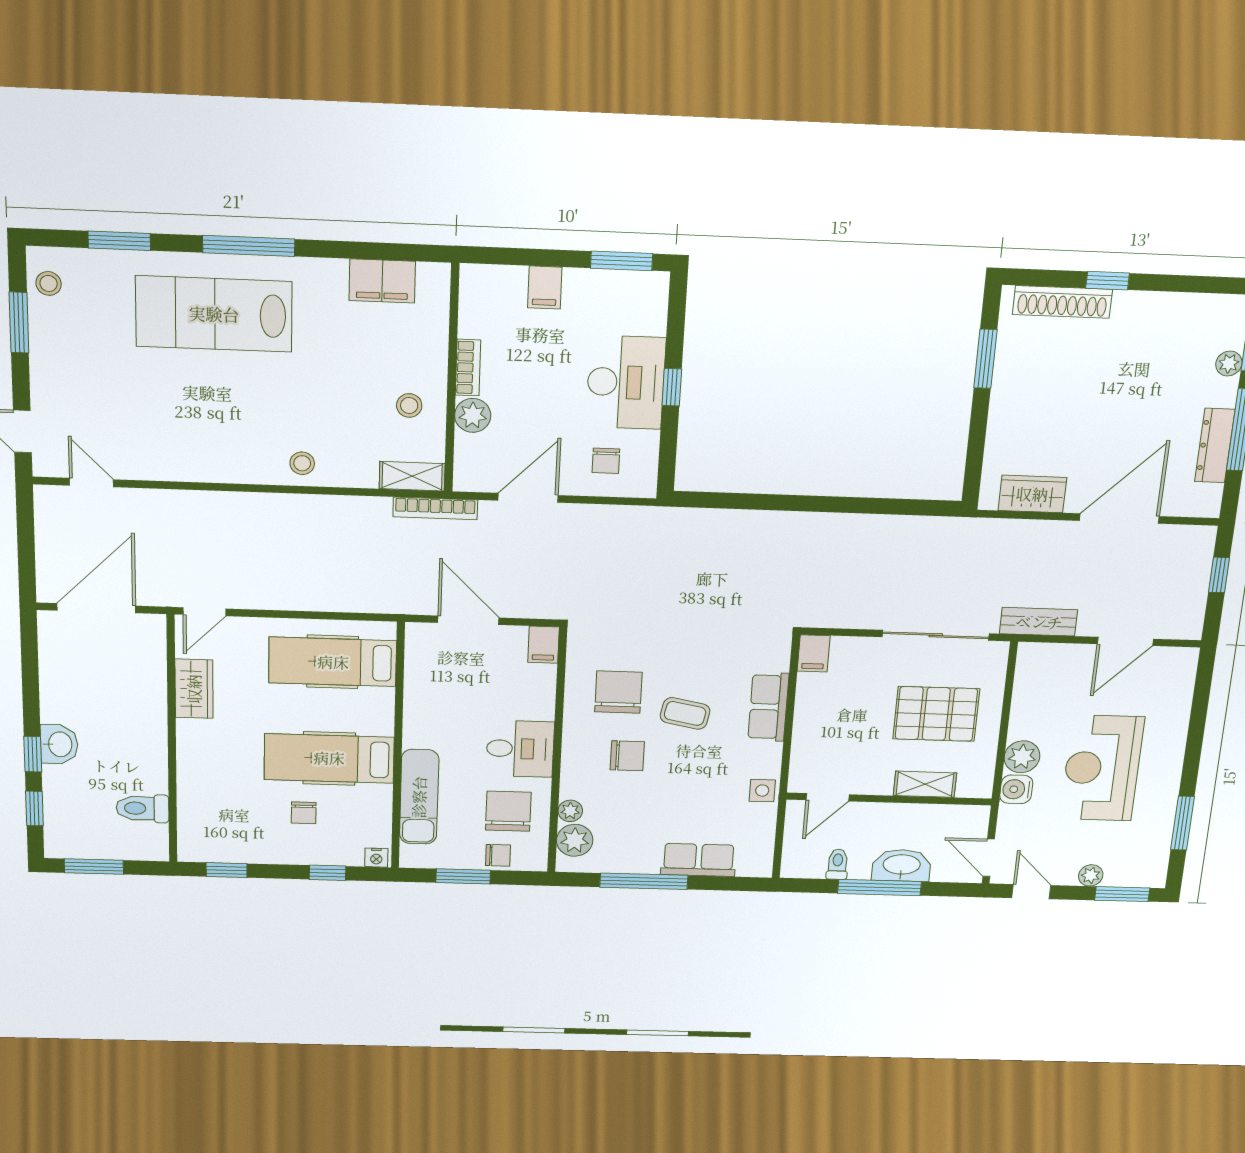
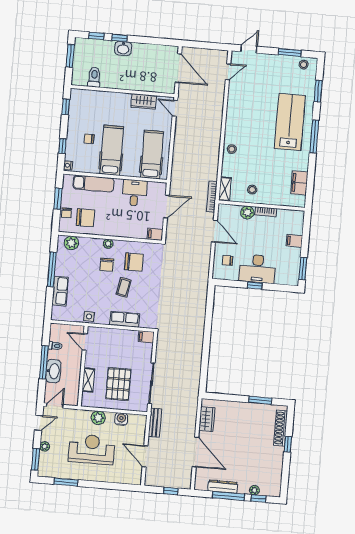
desk: (520, 749) -> (134, 193), moved, turned 180
water cooler: (1016, 789) -> (121, 419), moved
plant: (570, 811) -> (108, 244), moved

